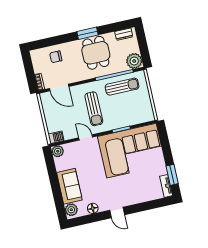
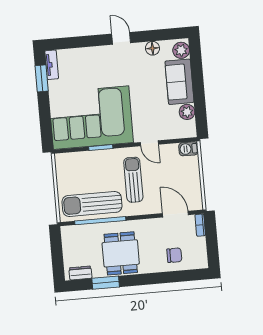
window: (88, 33) -> (106, 283), moved
plant: (134, 61) -> (71, 236), removed
sun lounger: (122, 87) -> (92, 204), width x1.36, depth x1.34
plant: (58, 151) -> (187, 112), moved

